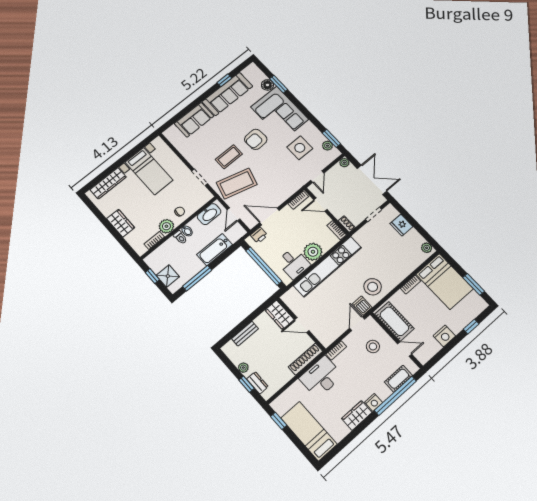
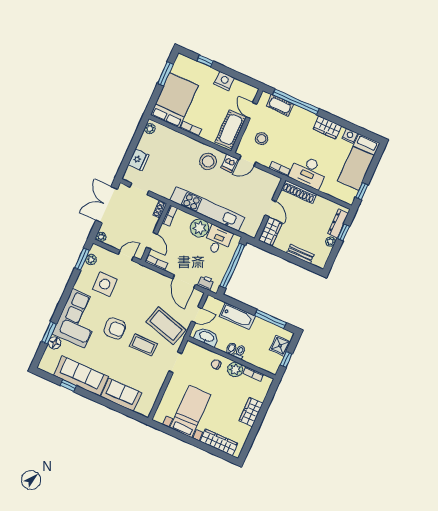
dresser: (257, 383) -> (338, 224), width x1.44
nightstand: (374, 402) -> (350, 136), moved

